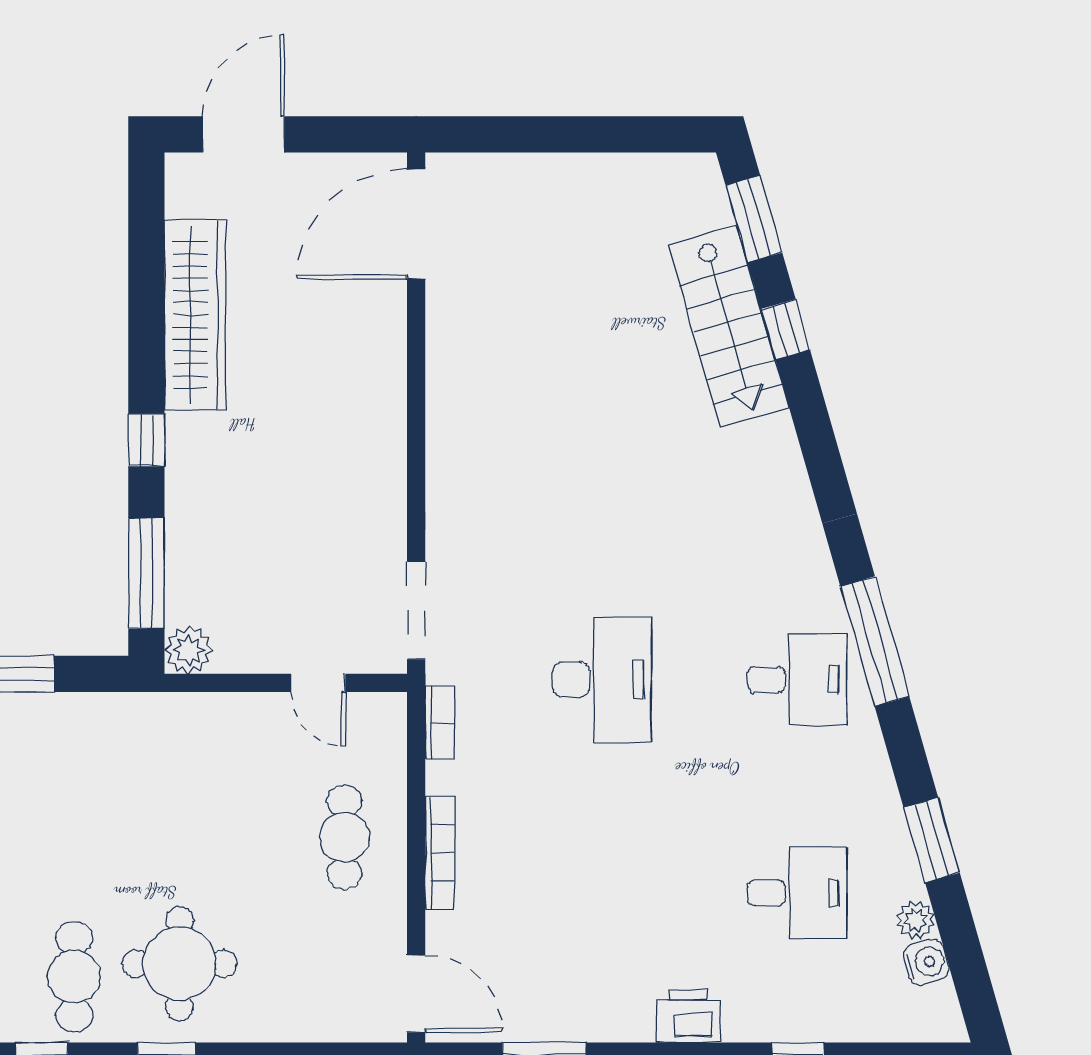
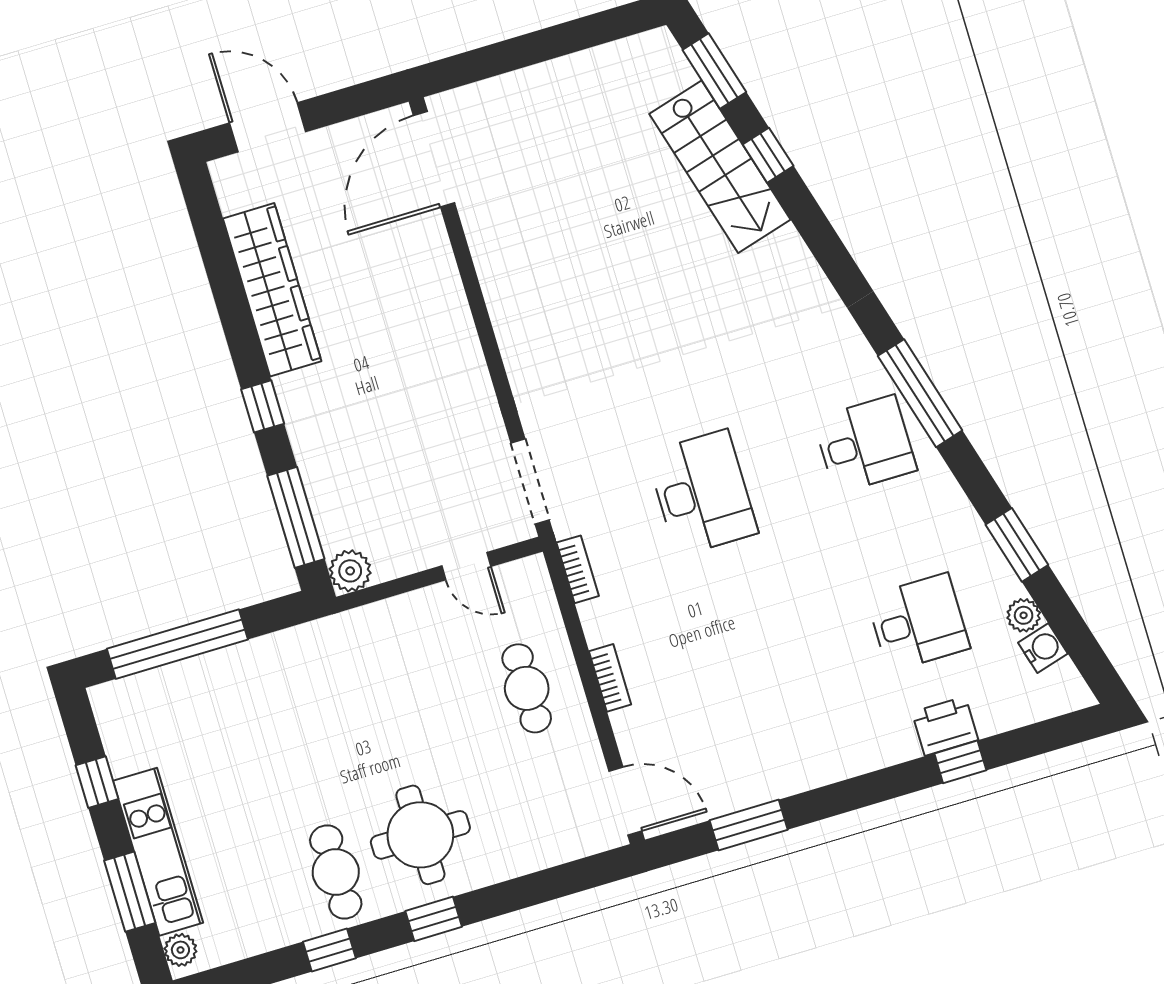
door: (244, 134) -> (268, 127), hinge flipped
bookcase: (440, 853) -> (610, 678), width x0.64
printer: (688, 1016) -> (945, 726), moved

